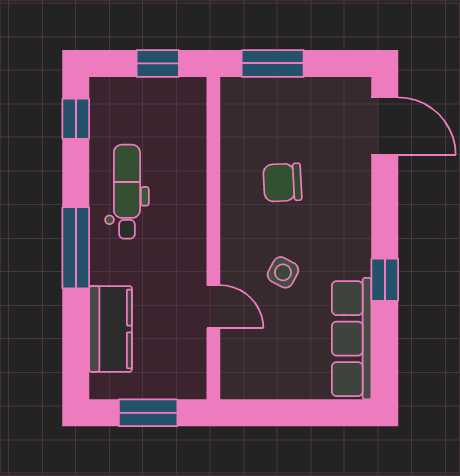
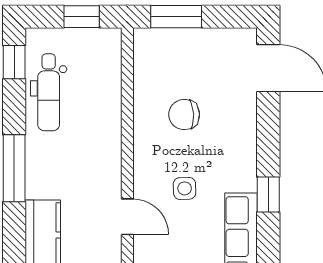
dental chair: (127, 192) -> (49, 92), moved, turned 180
side table: (283, 272) -> (185, 188), turned -30

